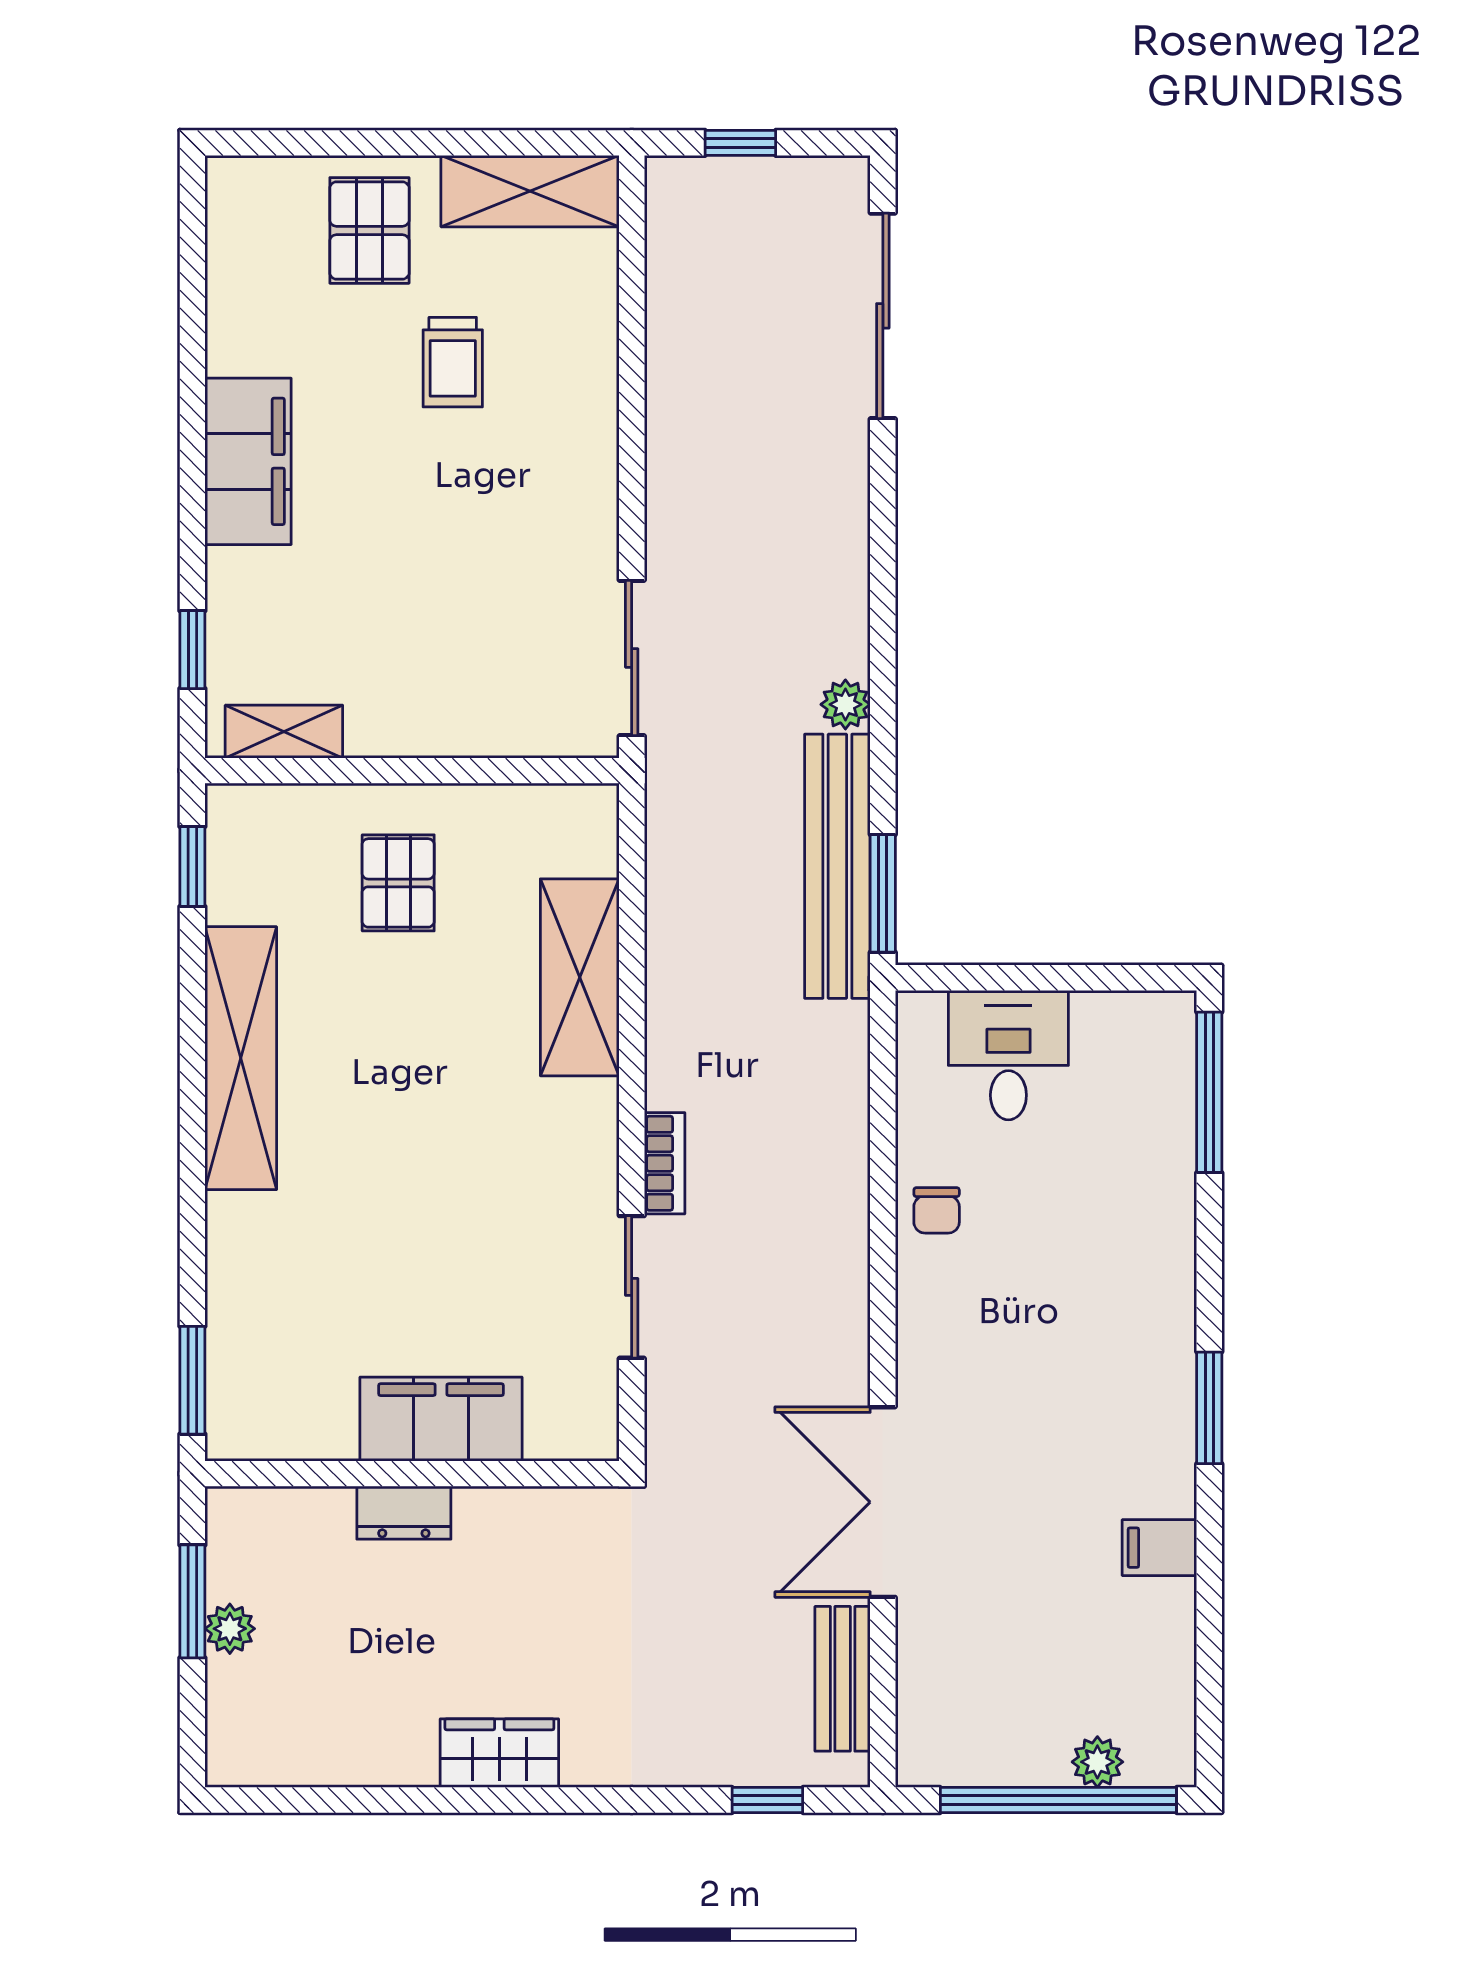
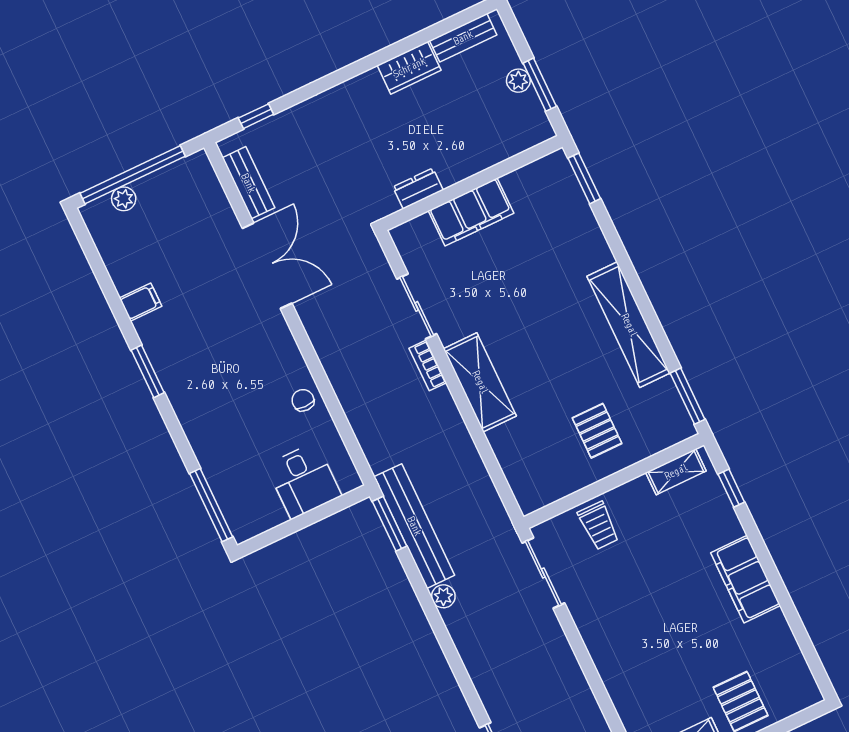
trolley: (453, 362) -> (599, 526), moved, turned 180
window: (192, 867) -> (688, 396), width x1.50
shelving: (580, 977) -> (480, 382), moved
dresser: (404, 1513) -> (418, 189), moved
wardrobe: (499, 1753) -> (409, 68), moved
bench: (297, 1762) -> (463, 38), added

